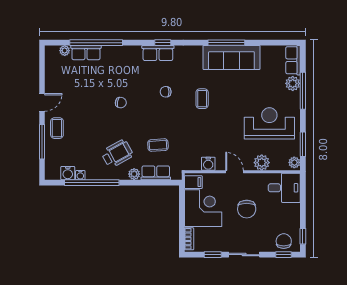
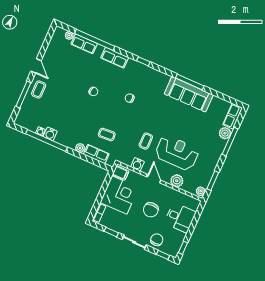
row of seats: (158, 53) -> (115, 58), moved
coffee table: (202, 99) -> (146, 141), moved
door: (42, 102) -> (36, 66), hinge flipped
reception desk: (269, 123) -> (177, 153), moved
wheelchair: (117, 154) -> (74, 128), removed
water cooler: (68, 173) -> (50, 134), moved
desk: (284, 188) -> (180, 218), moved
chair: (284, 241) -> (157, 240), moved

